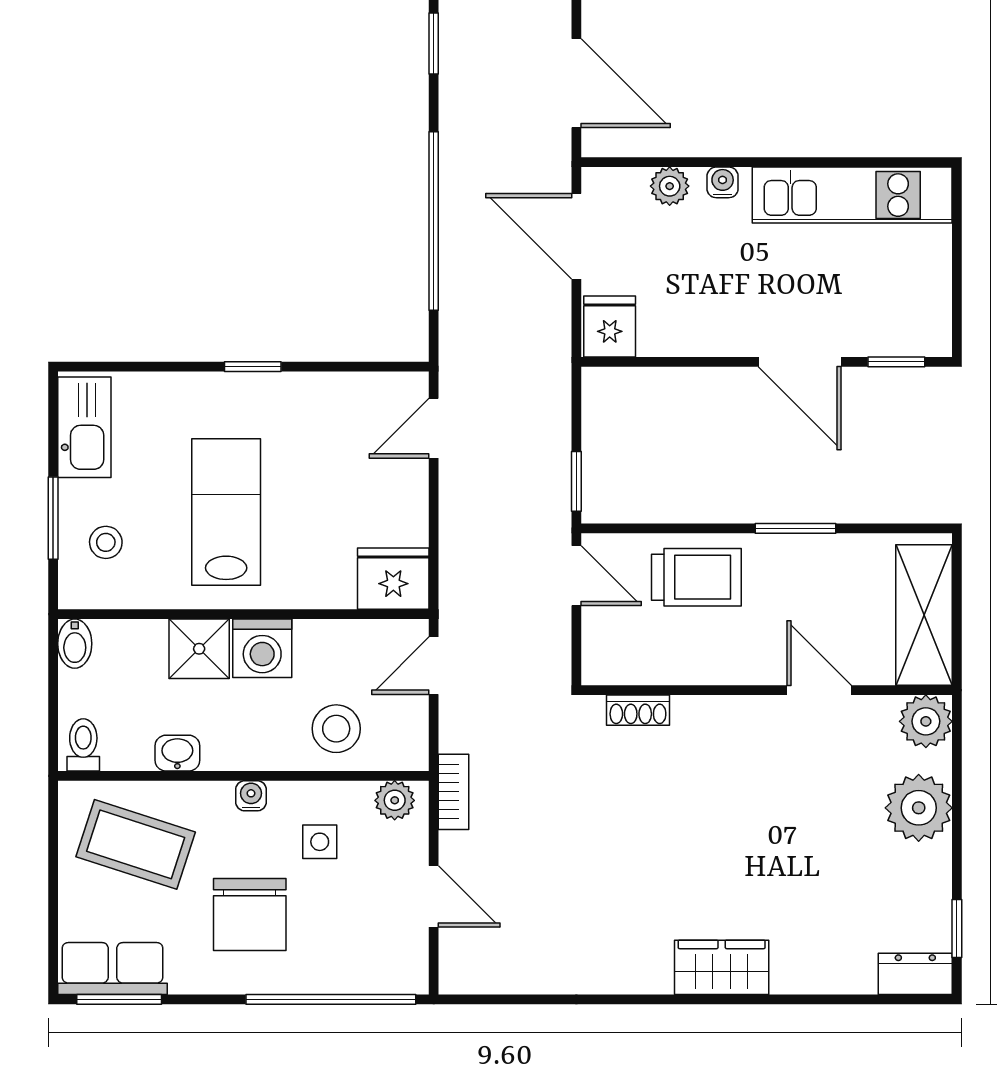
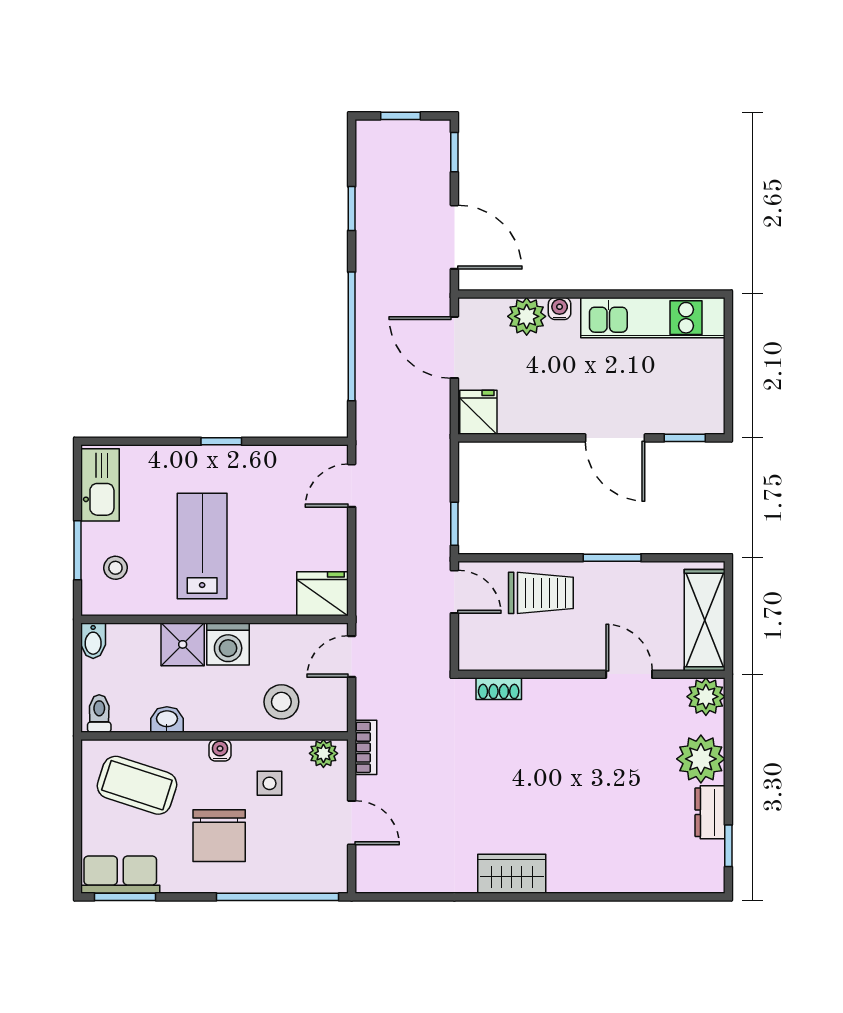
plant: (670, 186) -> (527, 316), width x1.38, depth x1.38
wardrobe: (722, 967) -> (512, 874), moved
dresser: (915, 974) -> (710, 812), moved, turned -90

